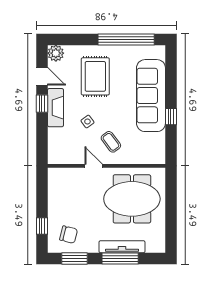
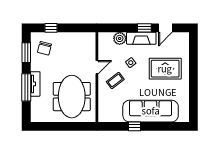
window: (126, 39) -> (193, 92), removed
plant: (56, 53) -> (120, 38), moved
tv unit: (122, 247) -> (35, 84), width x0.71

